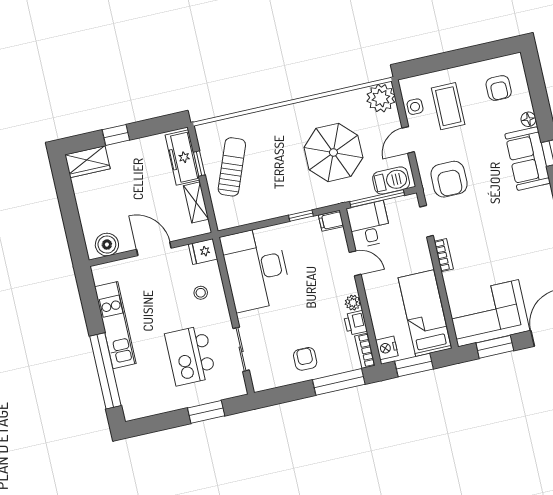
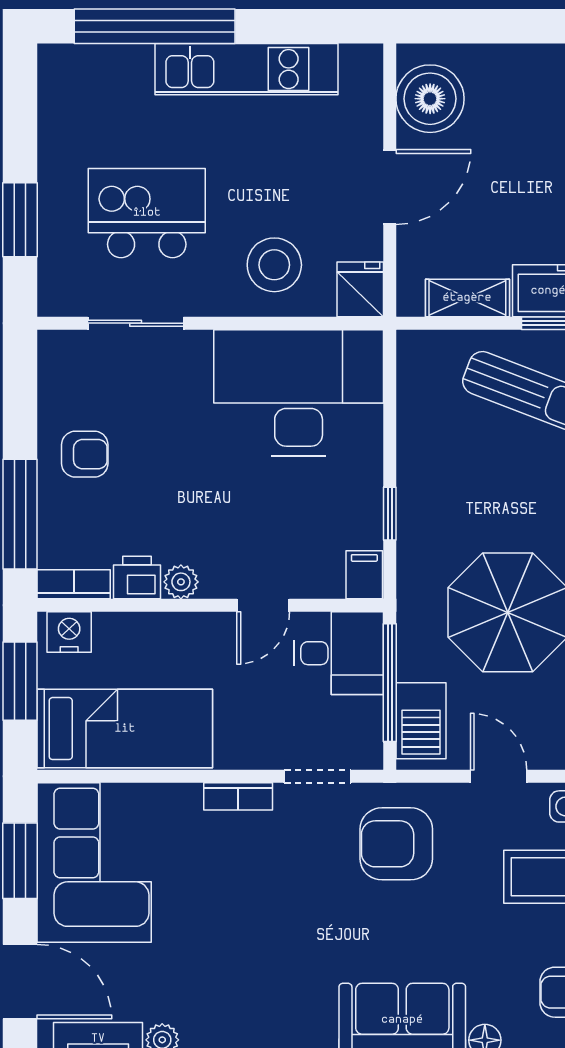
boiler: (107, 245) -> (430, 99), width x1.37, depth x1.37
stool: (201, 293) -> (274, 265), width x1.89, depth x1.89

